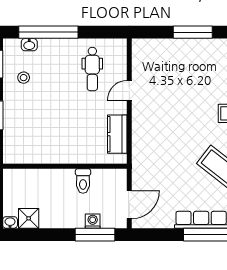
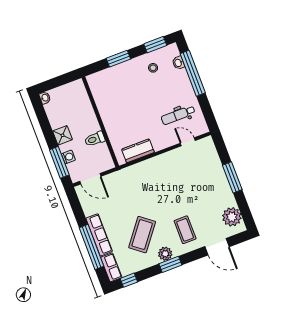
door: (129, 90) -> (188, 142), moved
shower: (29, 218) -> (63, 135), moved

